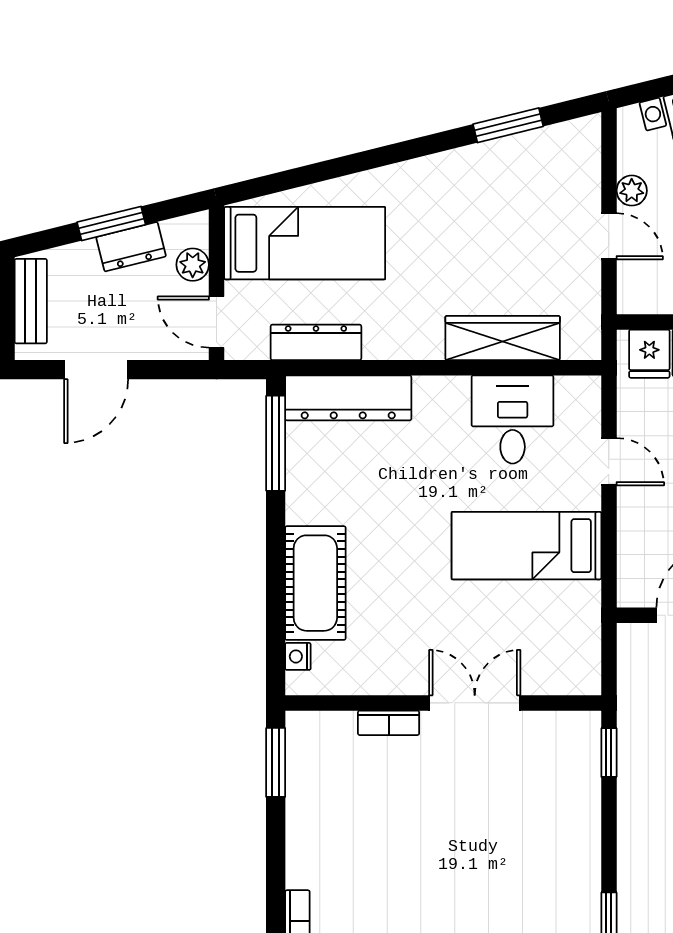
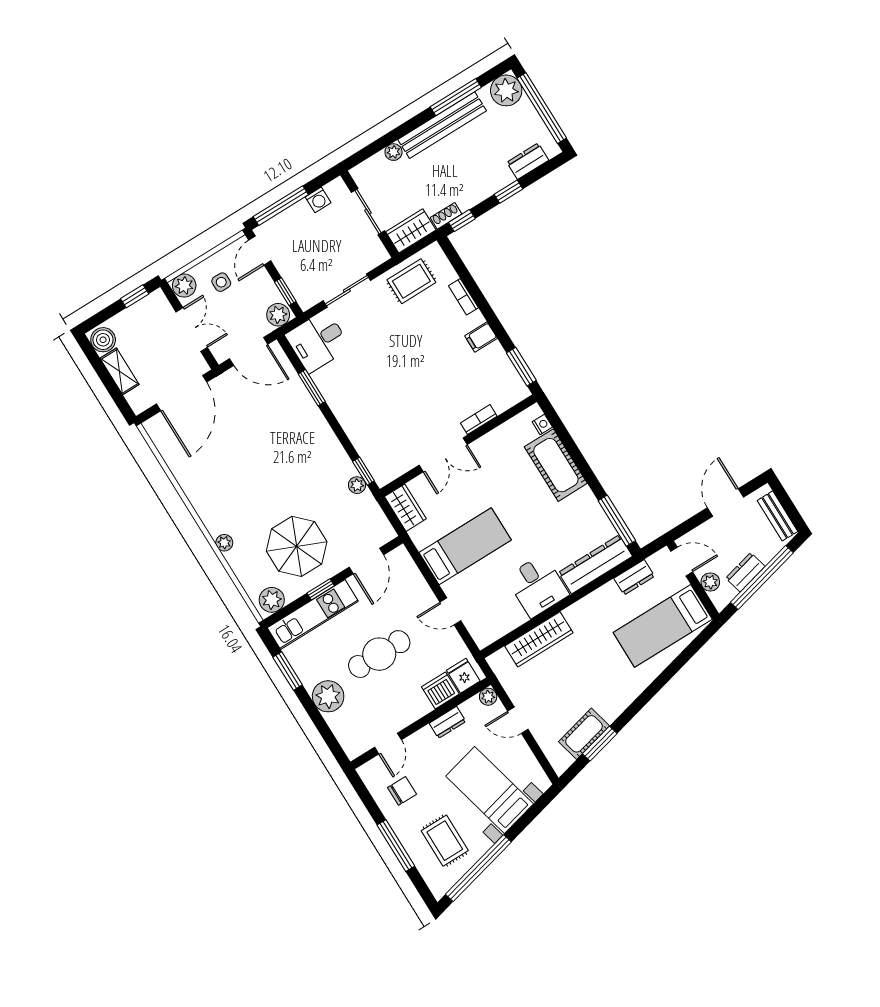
cot: (523, 155) -> (584, 734), added
plant: (632, 191) -> (488, 697), moved
window: (111, 223) -> (762, 578), width x2.11
dresser: (316, 342) -> (634, 577), width x0.70
desk: (513, 419) -> (537, 586), moved
wardrobe: (580, 659) -> (405, 508), added
plant: (632, 738) -> (357, 485), added
filing cabinet: (308, 844) -> (481, 337), added

